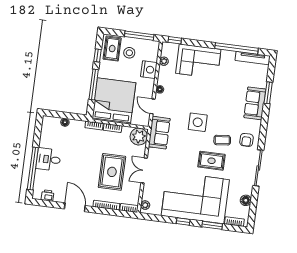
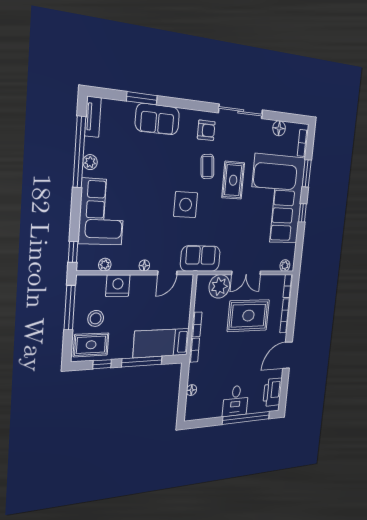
plant: (230, 55) -> (90, 162), added
tv unit: (253, 58) -> (93, 117), width x0.71
bed: (114, 101) -> (161, 343), width x0.49
plant: (139, 137) -> (219, 286), moved
printer: (48, 195) -> (273, 392), width x1.87, depth x1.48

